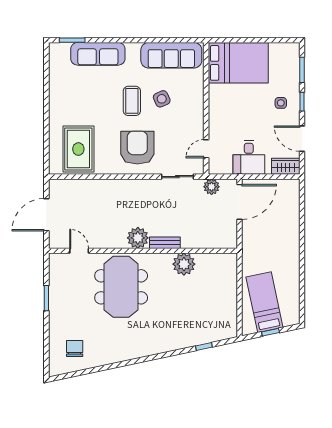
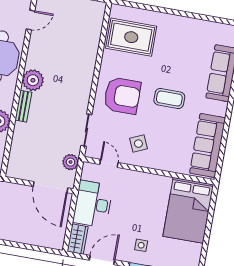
side table: (162, 99) -> (138, 144), moved
desk: (249, 157) -> (93, 204), width x1.37

